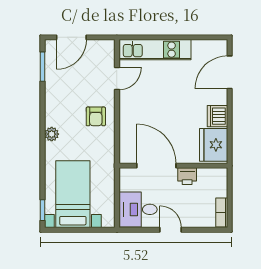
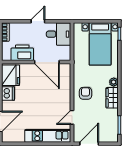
door: (71, 37) -> (89, 144), moved
wardrobe: (54, 109) -> (112, 98), added
printer: (187, 176) -> (22, 53), width x1.87, depth x1.48
door: (171, 230) -> (38, 21), swing flipped

